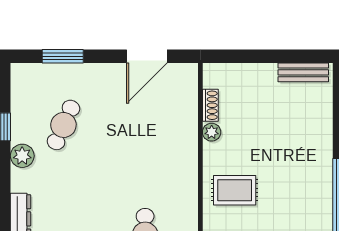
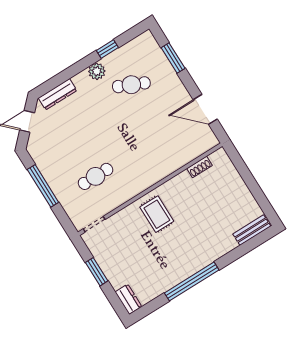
bench: (303, 72) -> (252, 230), moved, turned 90
plant: (212, 132) -> (184, 178), removed

